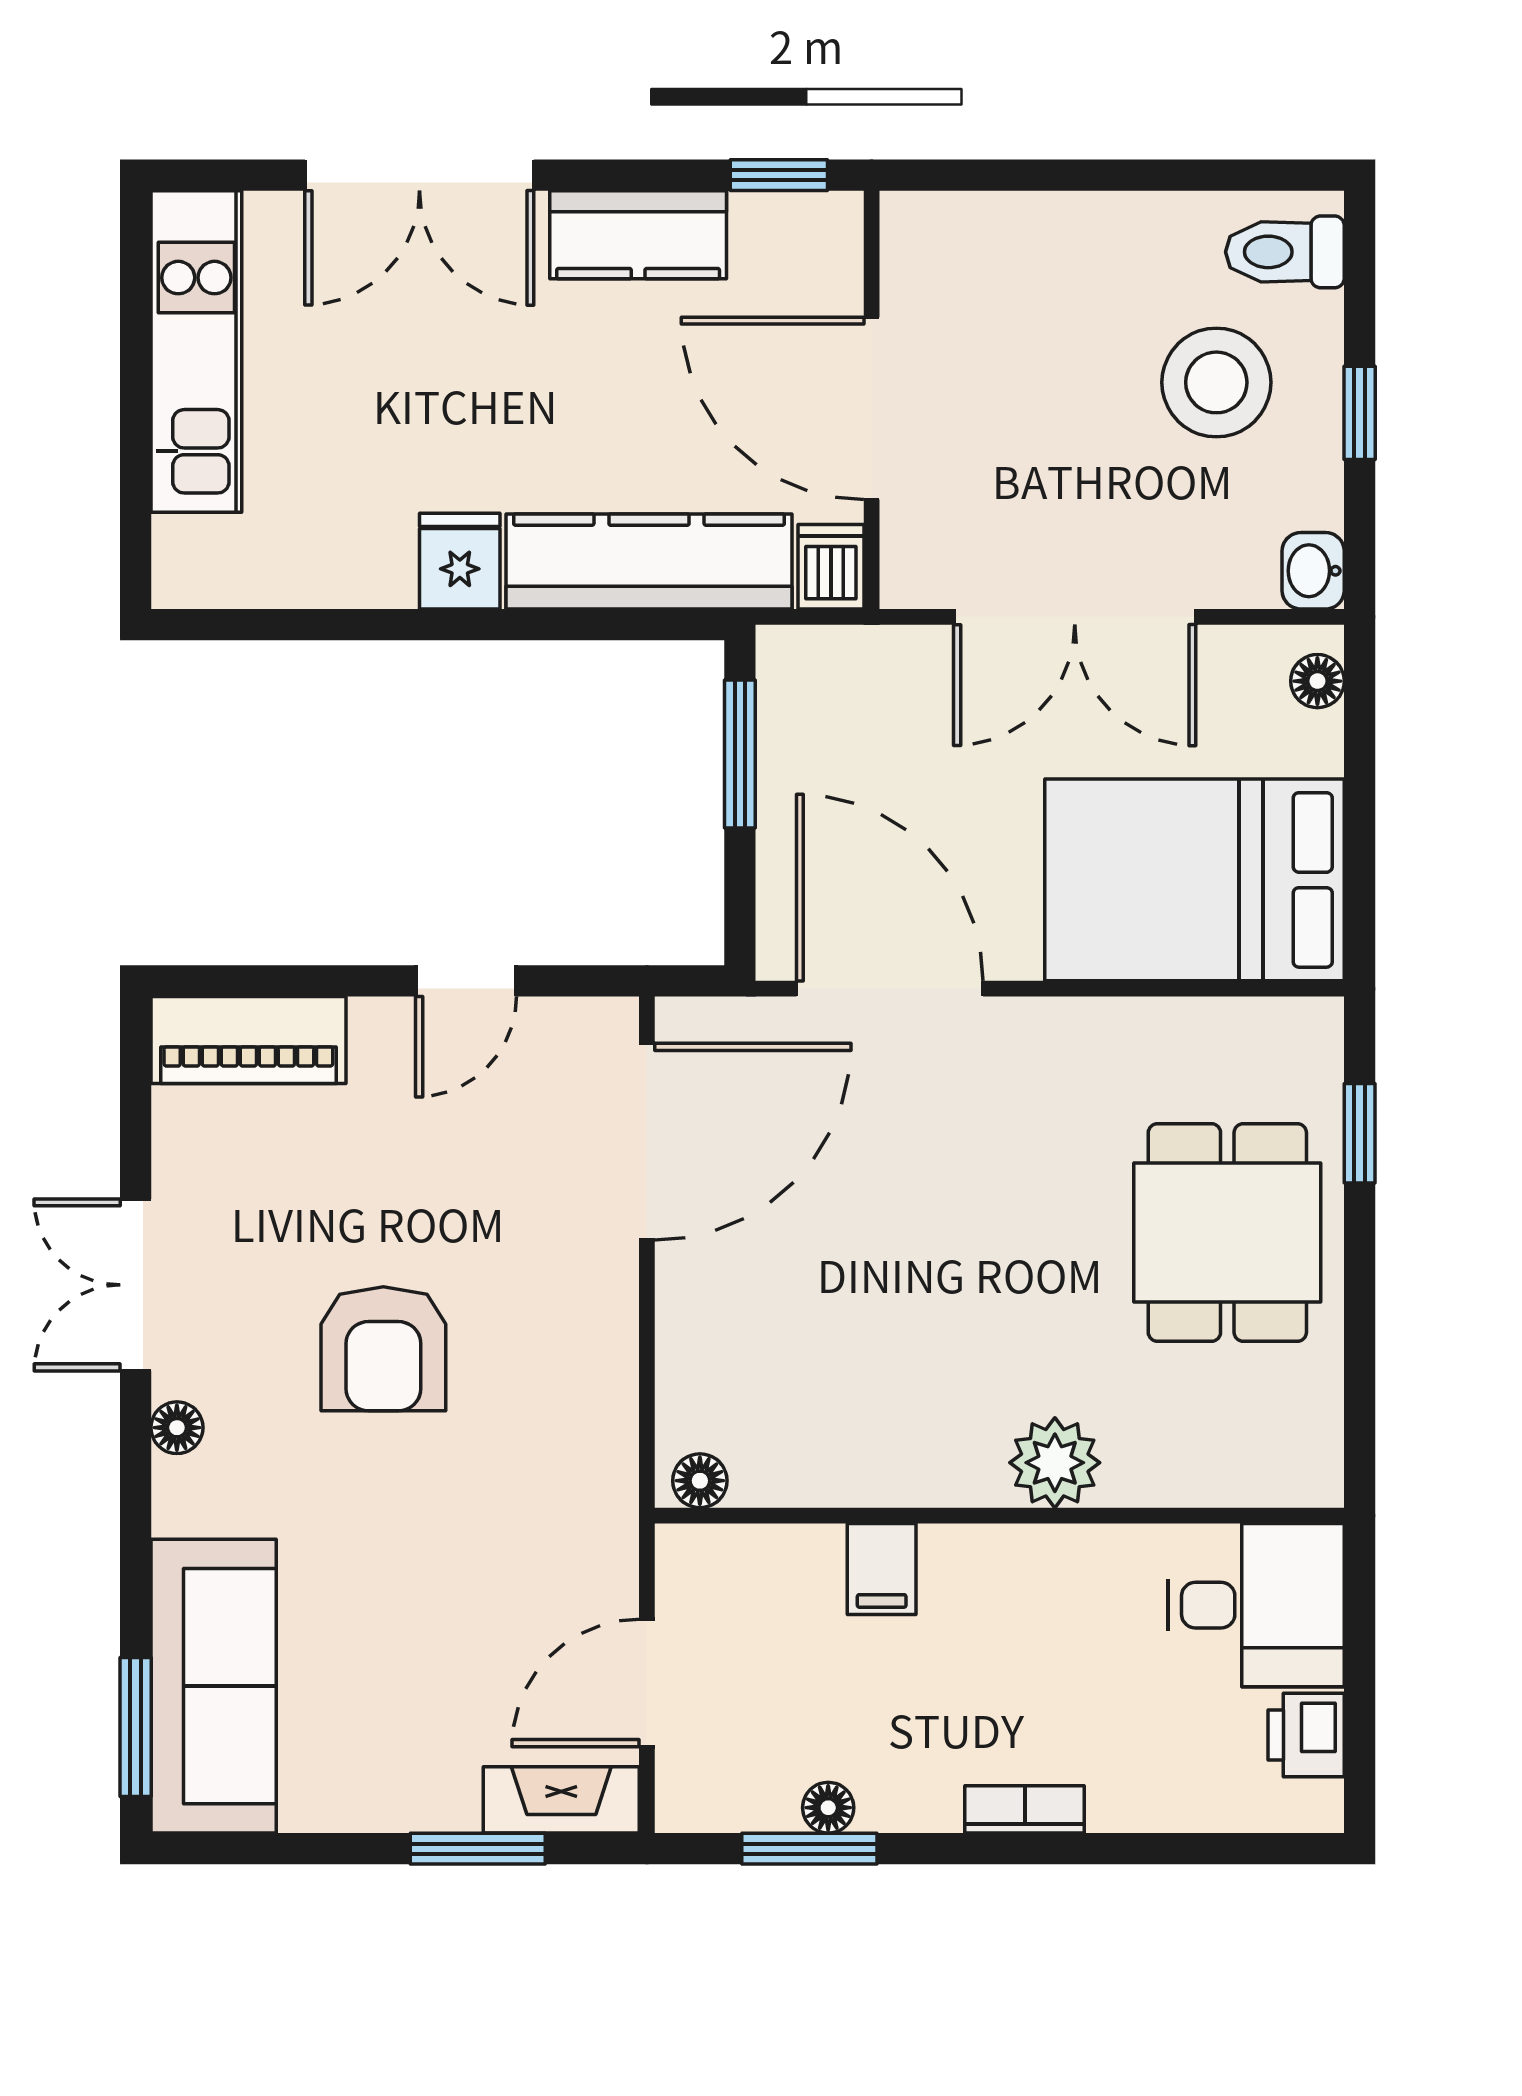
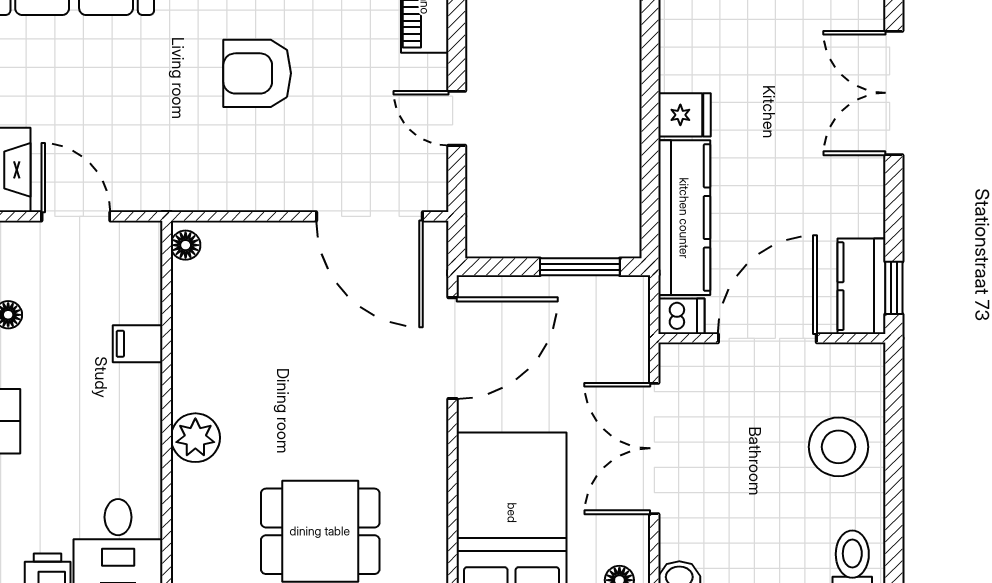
kitchen counter: (638, 235) -> (862, 286), moved
stool: (1216, 382) -> (839, 447), moved

